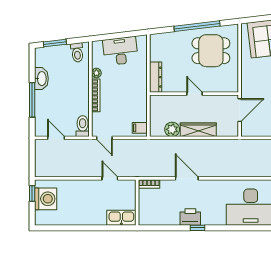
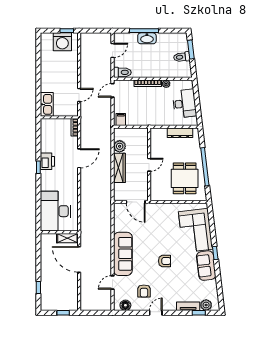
toilet: (77, 53) -> (182, 57), moved
dresser: (156, 77) -> (180, 133), moved
washbasin: (41, 79) -> (147, 38), moved

